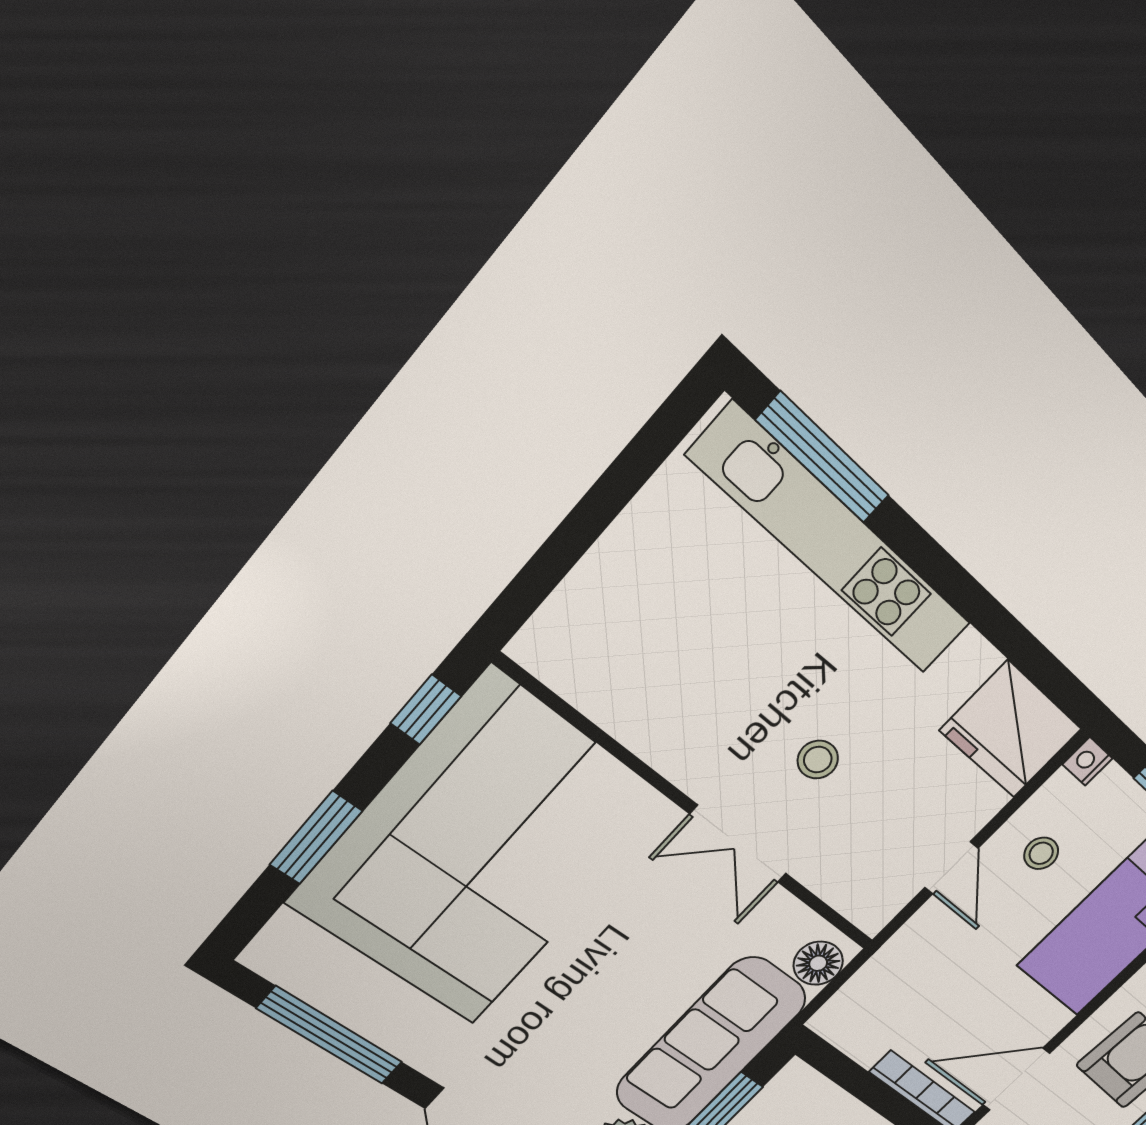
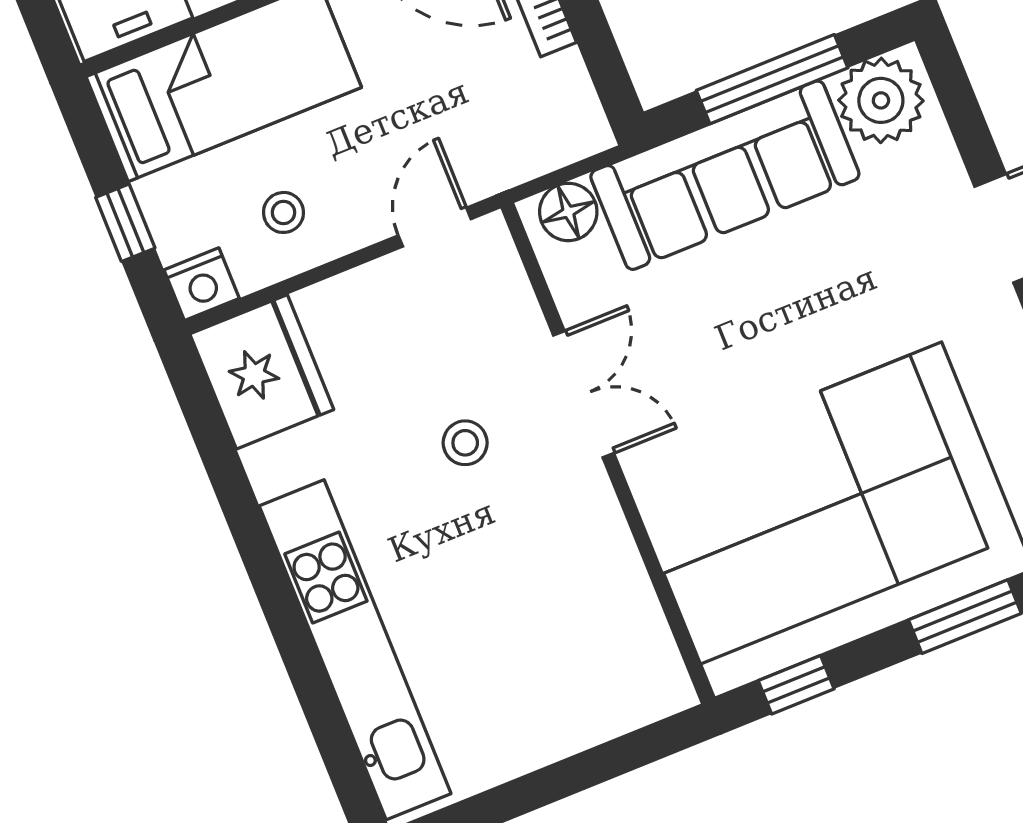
window: (823, 458) -> (330, 730), removed
nightstand: (1087, 761) -> (202, 284), width x1.39, depth x1.35
door: (951, 868) -> (435, 227), moved

